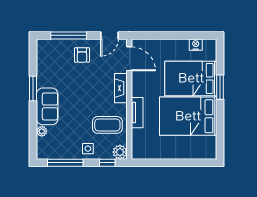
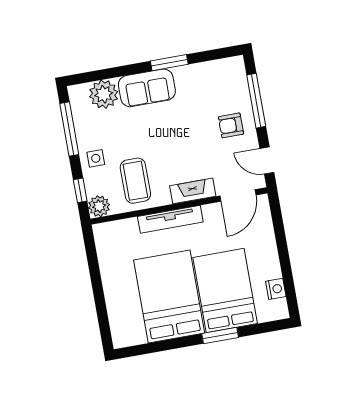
tv unit: (137, 113) -> (170, 219), width x1.41
plant: (42, 131) -> (104, 94), width x1.87, depth x1.87

